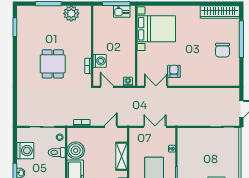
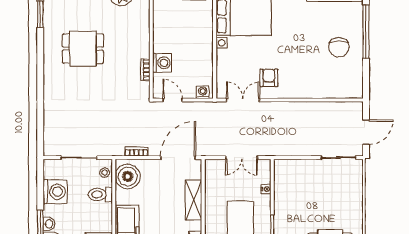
dining table: (53, 64) -> (83, 49), moved, turned 90
door: (111, 127) -> (178, 158), width x1.87
double door: (155, 127) -> (242, 158), swing flipped
boiler: (76, 150) -> (128, 176), moved

